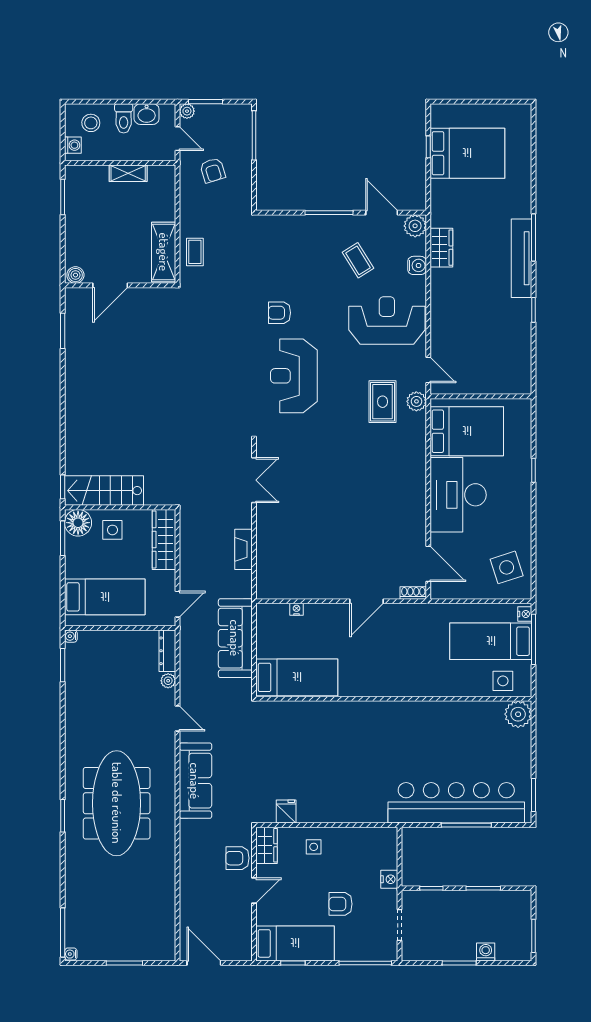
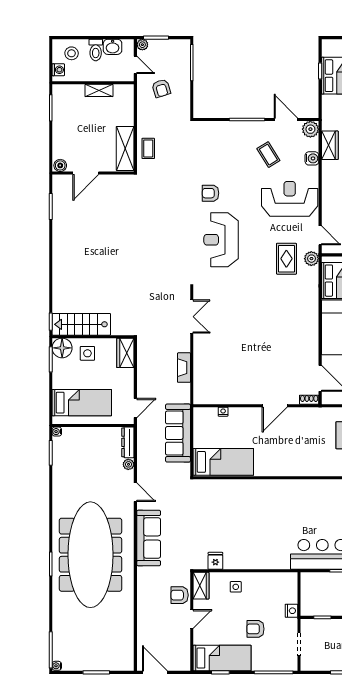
wardrobe: (164, 539) -> (125, 353), width x0.67
meeting table: (117, 803) -> (90, 555), width x1.36, depth x1.27

